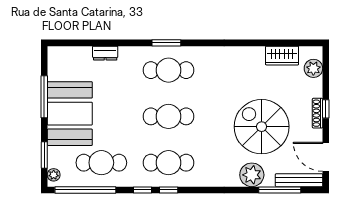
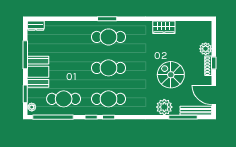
dresser: (105, 53) -> (36, 26), moved
wardrobe: (282, 56) -> (164, 27), moved
plant: (313, 68) -> (206, 49), moved
booth: (70, 114) -> (38, 72), width x0.73, depth x0.70
spiral stairs: (262, 127) -> (171, 75), width x0.73, depth x0.73

